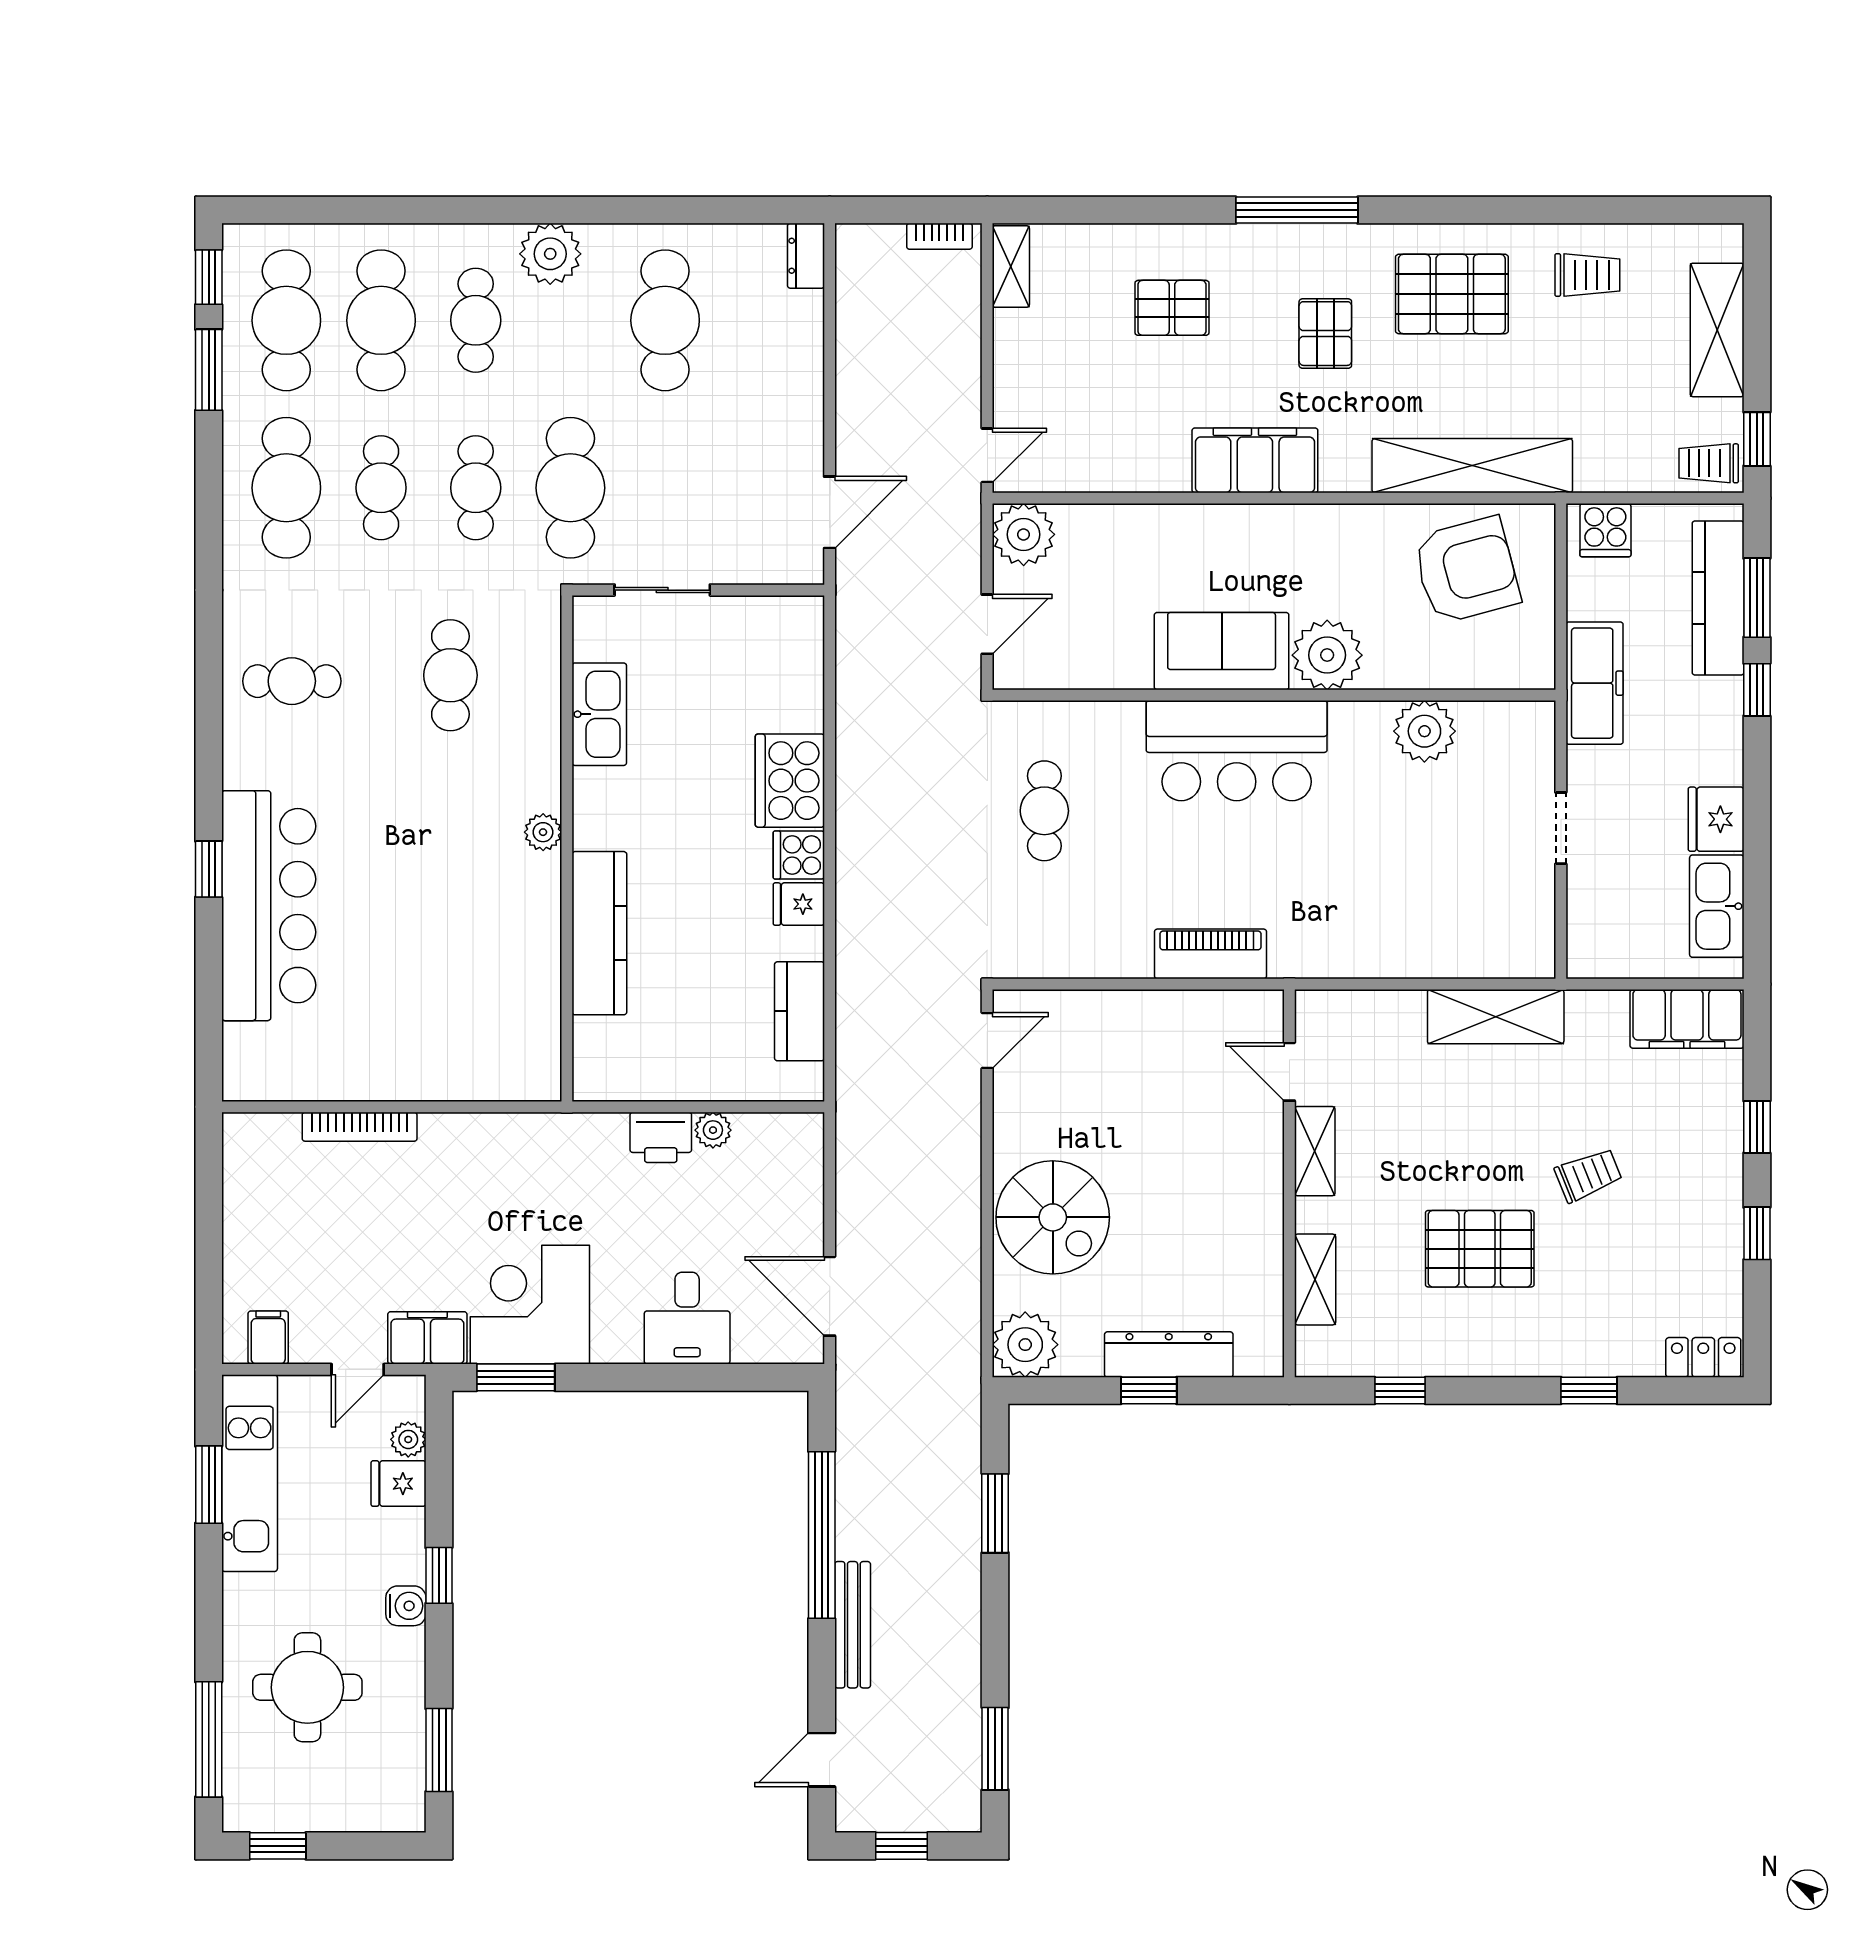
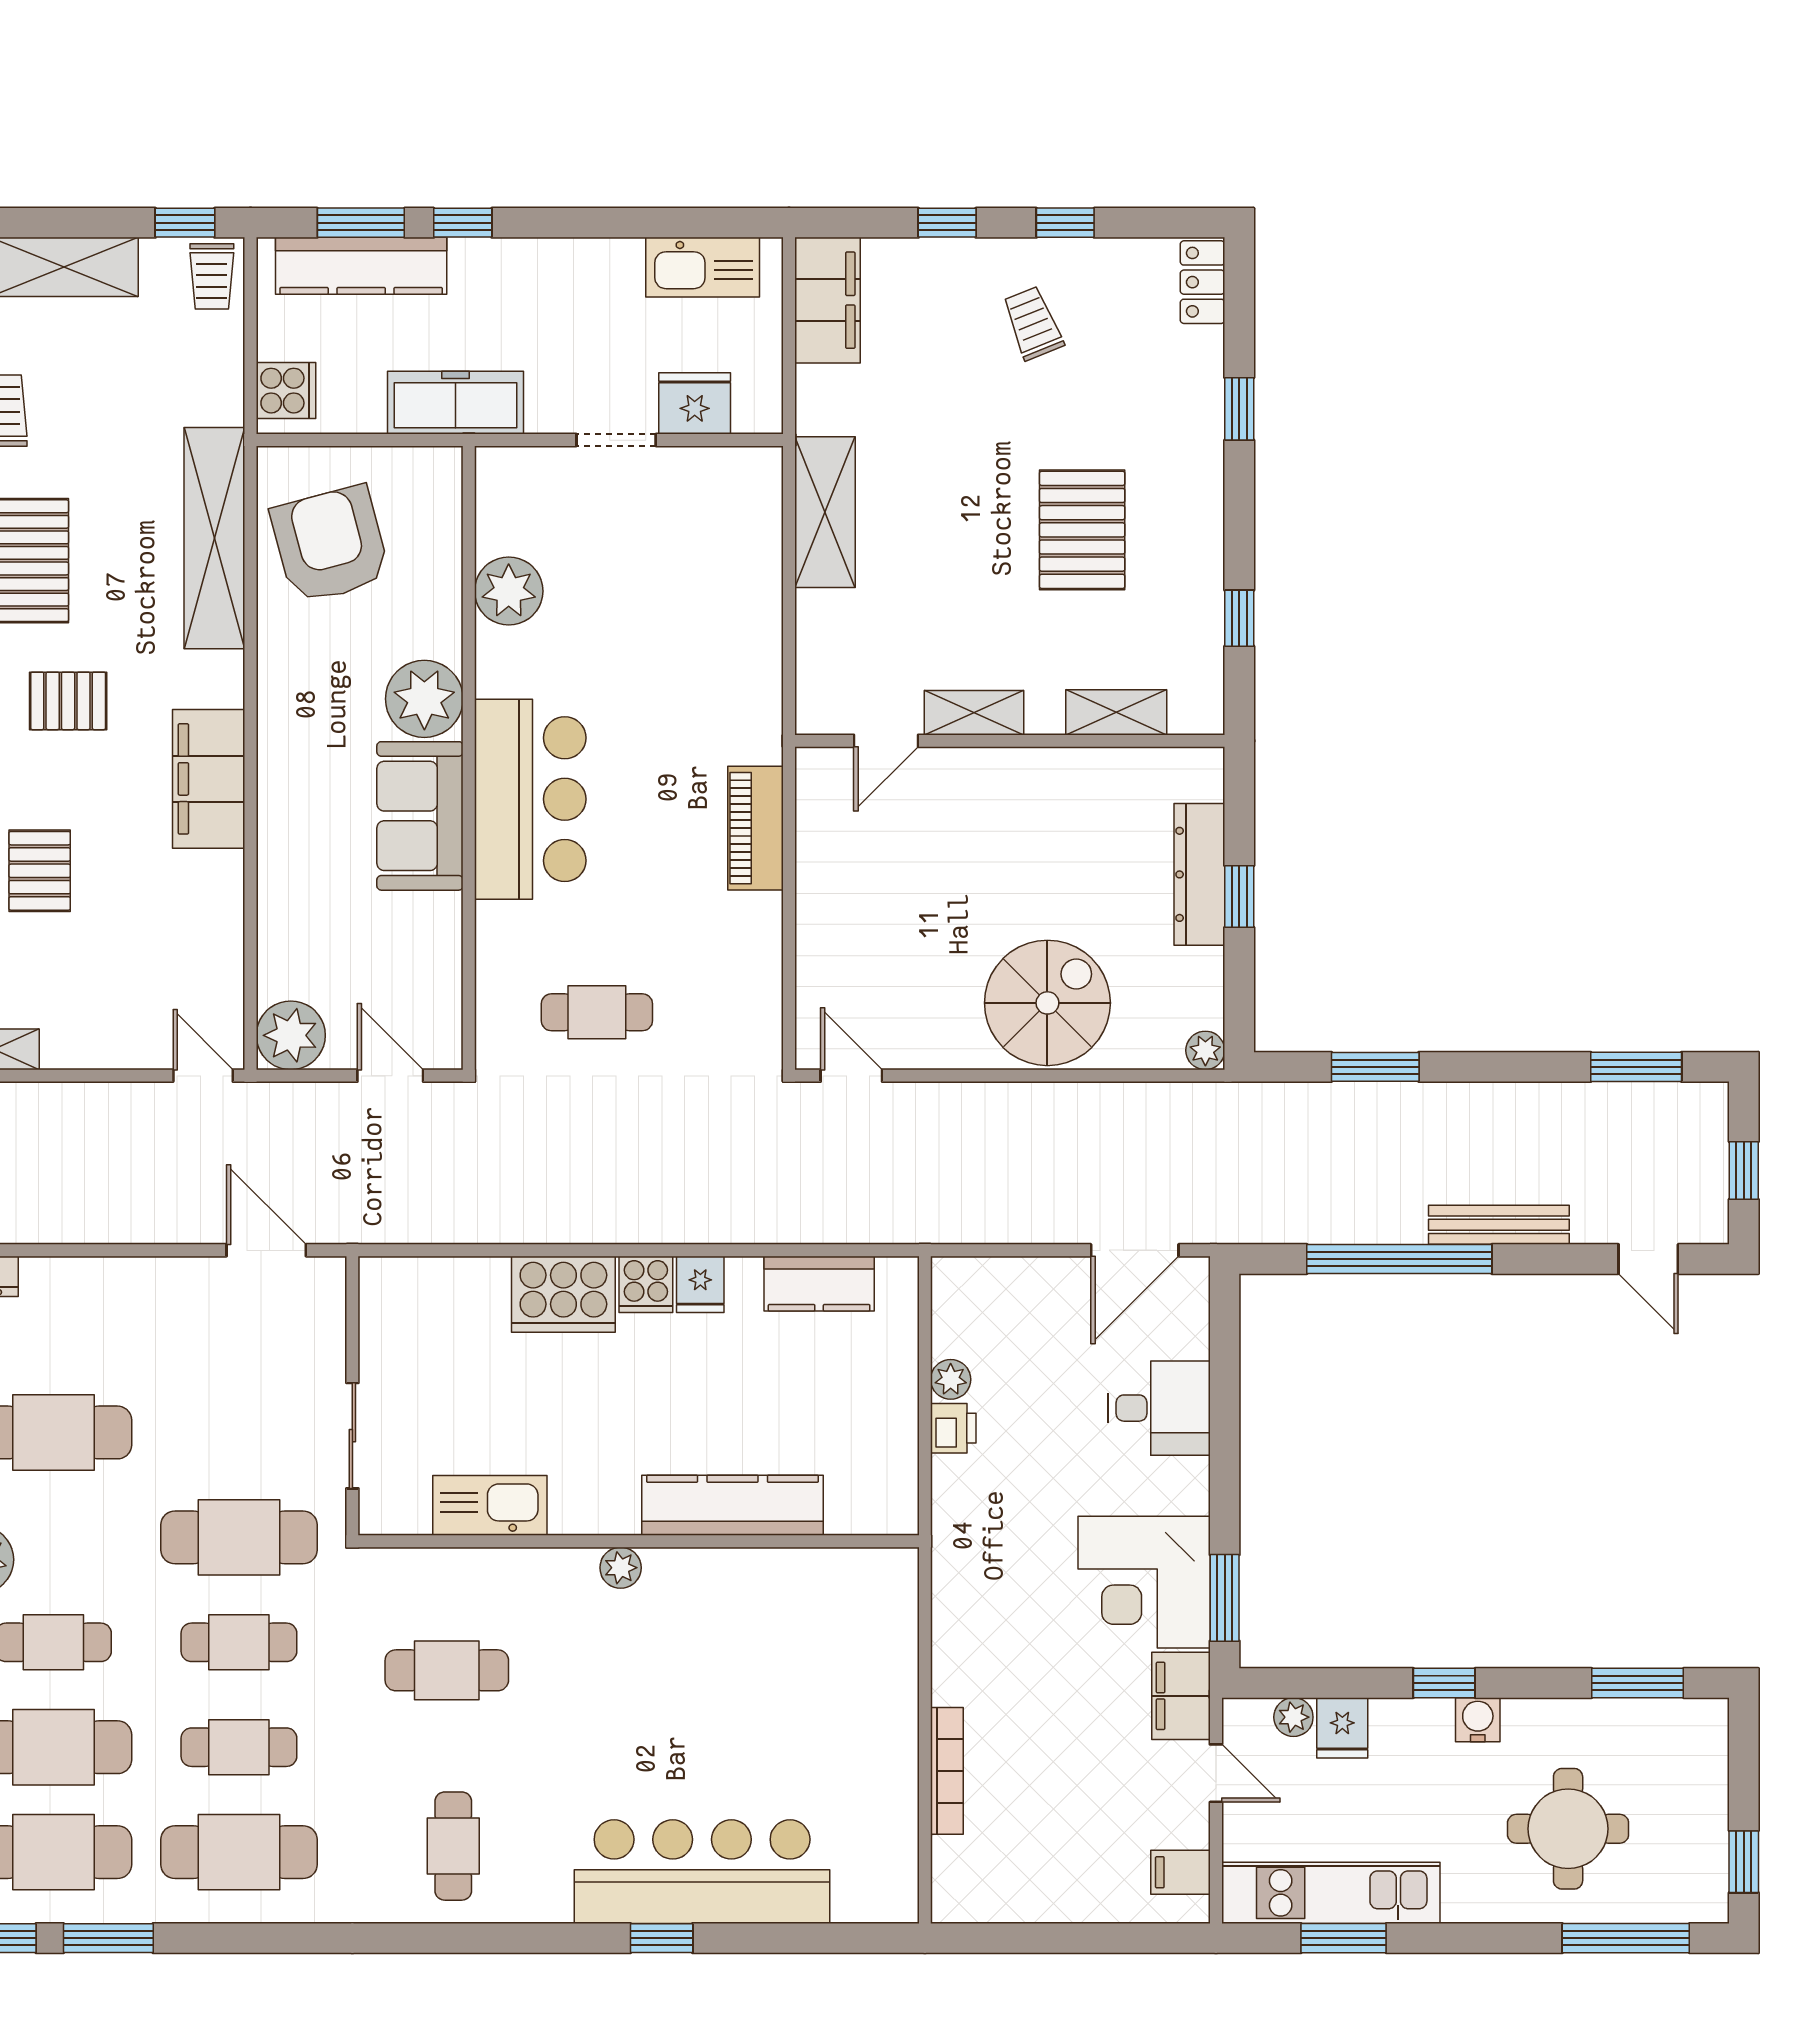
fridge: (1716, 819) -> (695, 403), moved, turned 180
printer: (661, 1137) -> (953, 1428), width x0.73, depth x0.81
trolley: (1588, 1175) -> (1033, 323), moved
plant: (1025, 1345) -> (1205, 1050), width x0.53, depth x0.53

